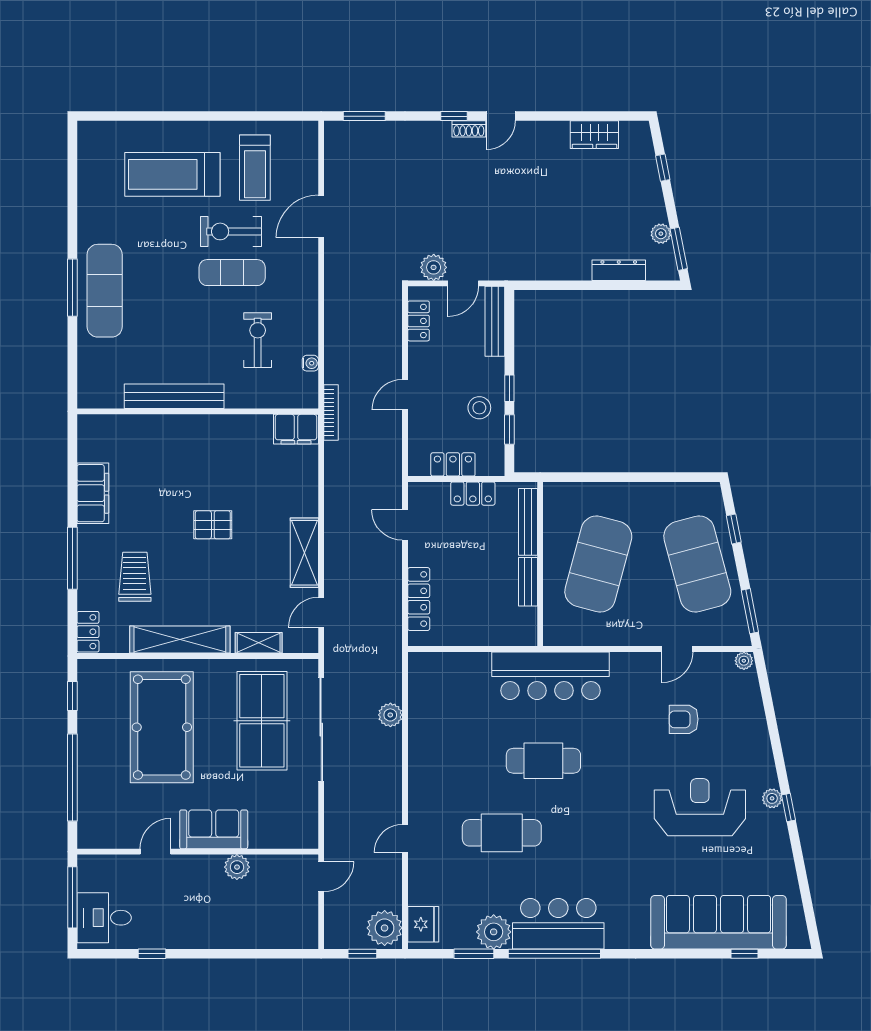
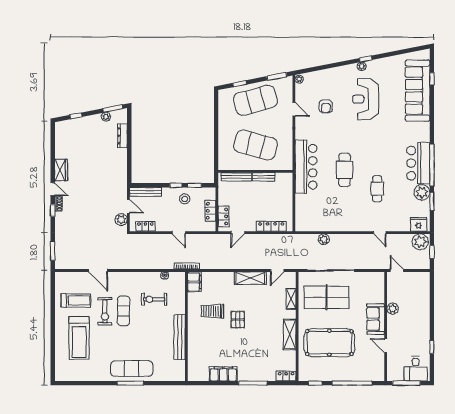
wardrobe: (594, 135) -> (61, 170), moved
locker: (473, 494) -> (224, 216), moved
trolley: (135, 577) -> (212, 311), moved
door: (321, 612) -> (277, 270), hinge flipped
shelving: (180, 640) -> (290, 334), width x0.68
cafe table: (502, 833) -> (377, 189), width x0.73, depth x0.74

